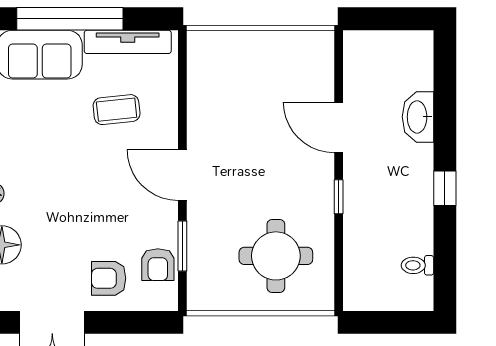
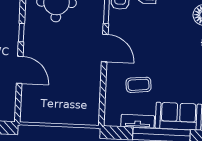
tv unit: (128, 42) -> (138, 121), width x0.71

